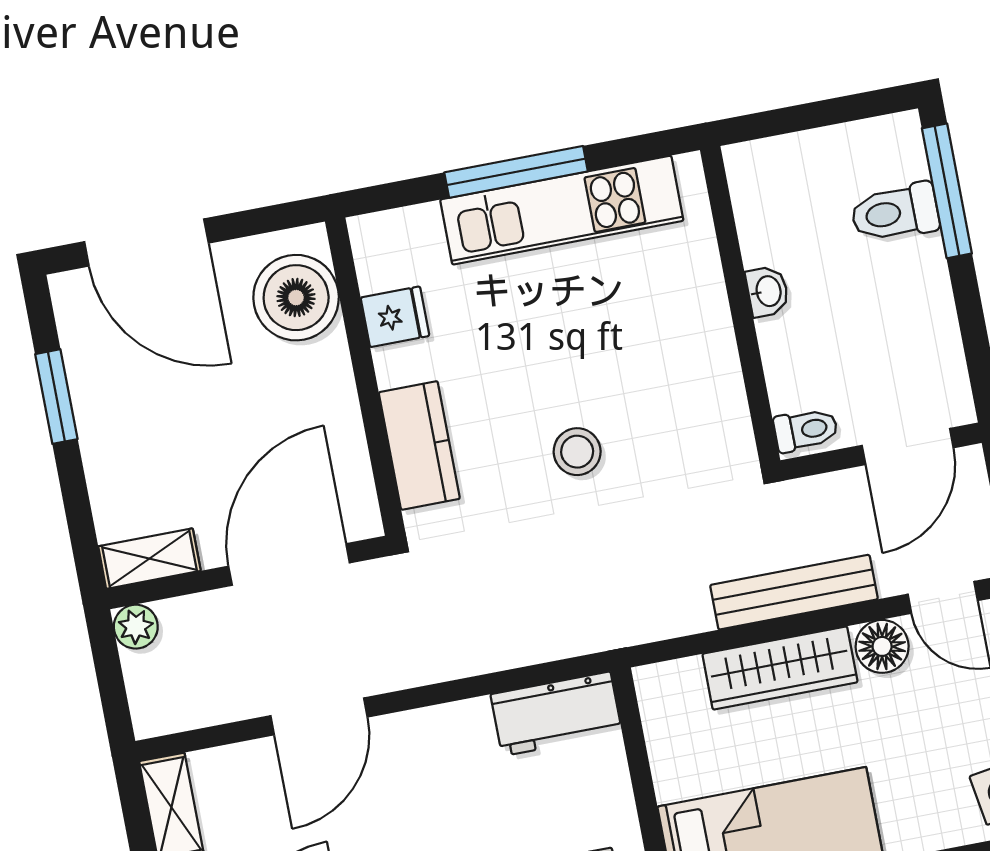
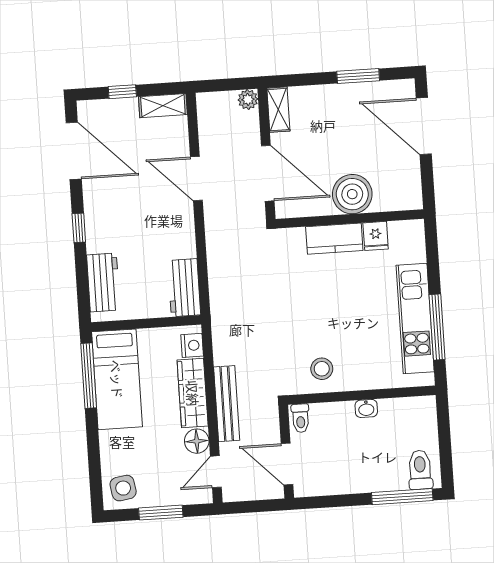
window: (516, 172) -> (437, 327), moved
toilet: (895, 213) -> (420, 470), moved
door: (146, 242) -> (424, 126), hinge flipped
boiler: (296, 298) -> (352, 194), moved
kitchen counter: (419, 445) -> (334, 239), moved
stool: (577, 452) -> (322, 369), moved
nightstand: (678, 682) -> (192, 345), added

